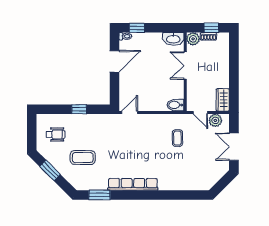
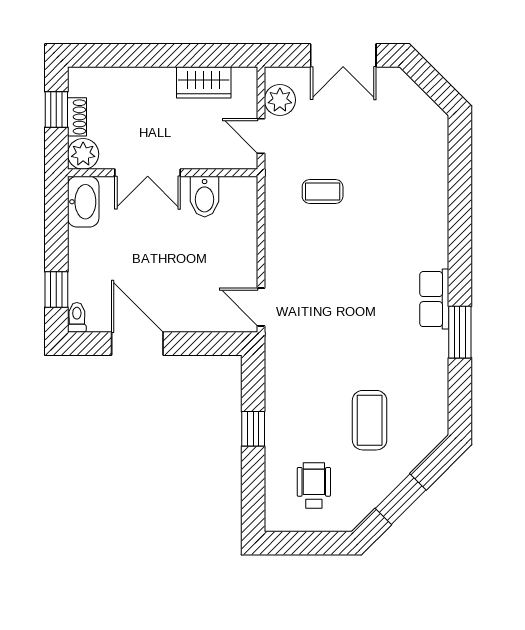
wardrobe: (223, 100) -> (204, 82), moved
bidet: (175, 105) -> (205, 197), moved
door: (200, 113) -> (261, 136), swing flipped
row of seats: (133, 184) -> (434, 299), width x0.50
window: (99, 195) -> (460, 332), moved

